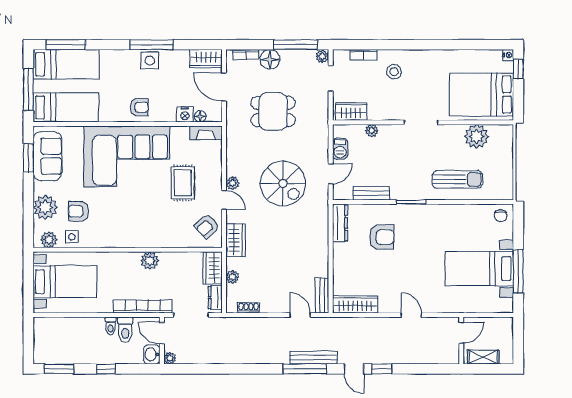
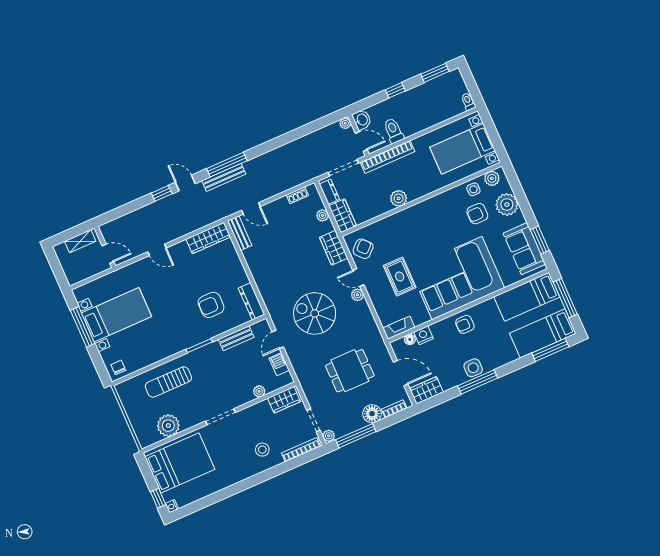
bookcase: (363, 55) -> (301, 450), width x1.56
armchair: (78, 211) -> (477, 214), turned 180
toilet: (111, 326) -> (468, 102), moved
door: (461, 333) -> (108, 254), swing flipped

